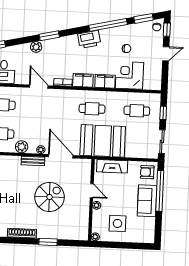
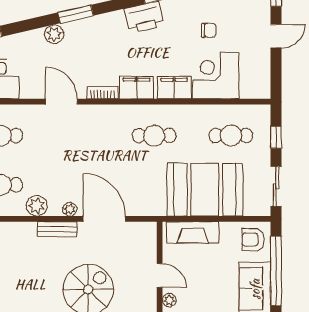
booth: (103, 141) -> (205, 190), moved

